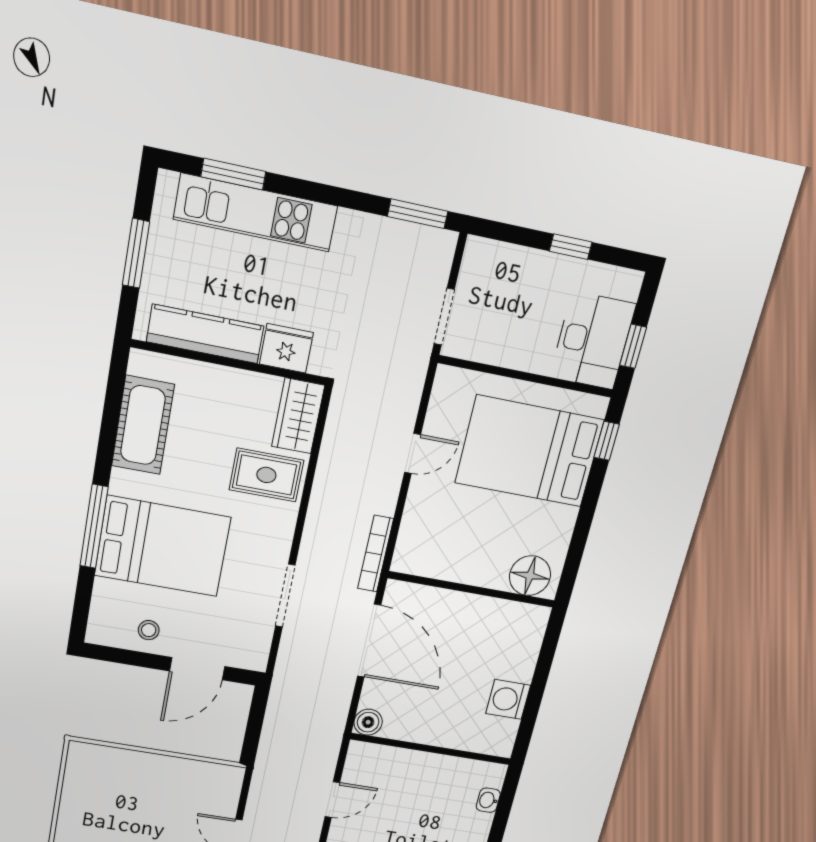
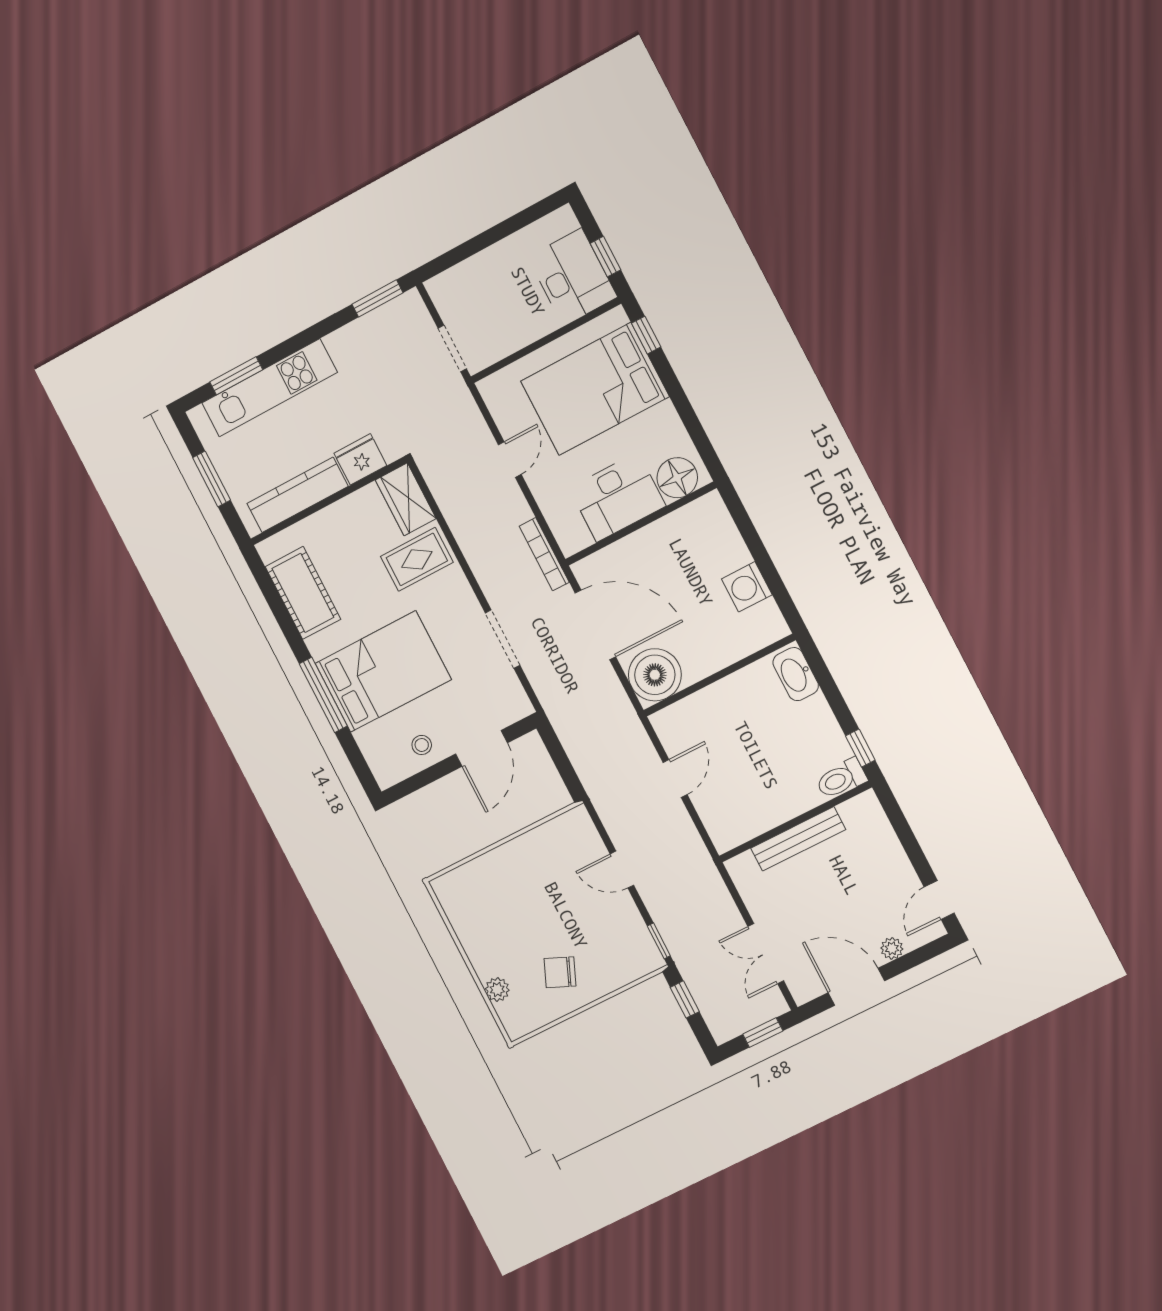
window: (571, 247) -> (501, 231), removed
desk: (472, 554) -> (617, 497), added
boiler: (368, 722) -> (655, 675), width x1.86, depth x1.86
washbasin: (488, 800) -> (796, 674), width x1.91, depth x1.45

